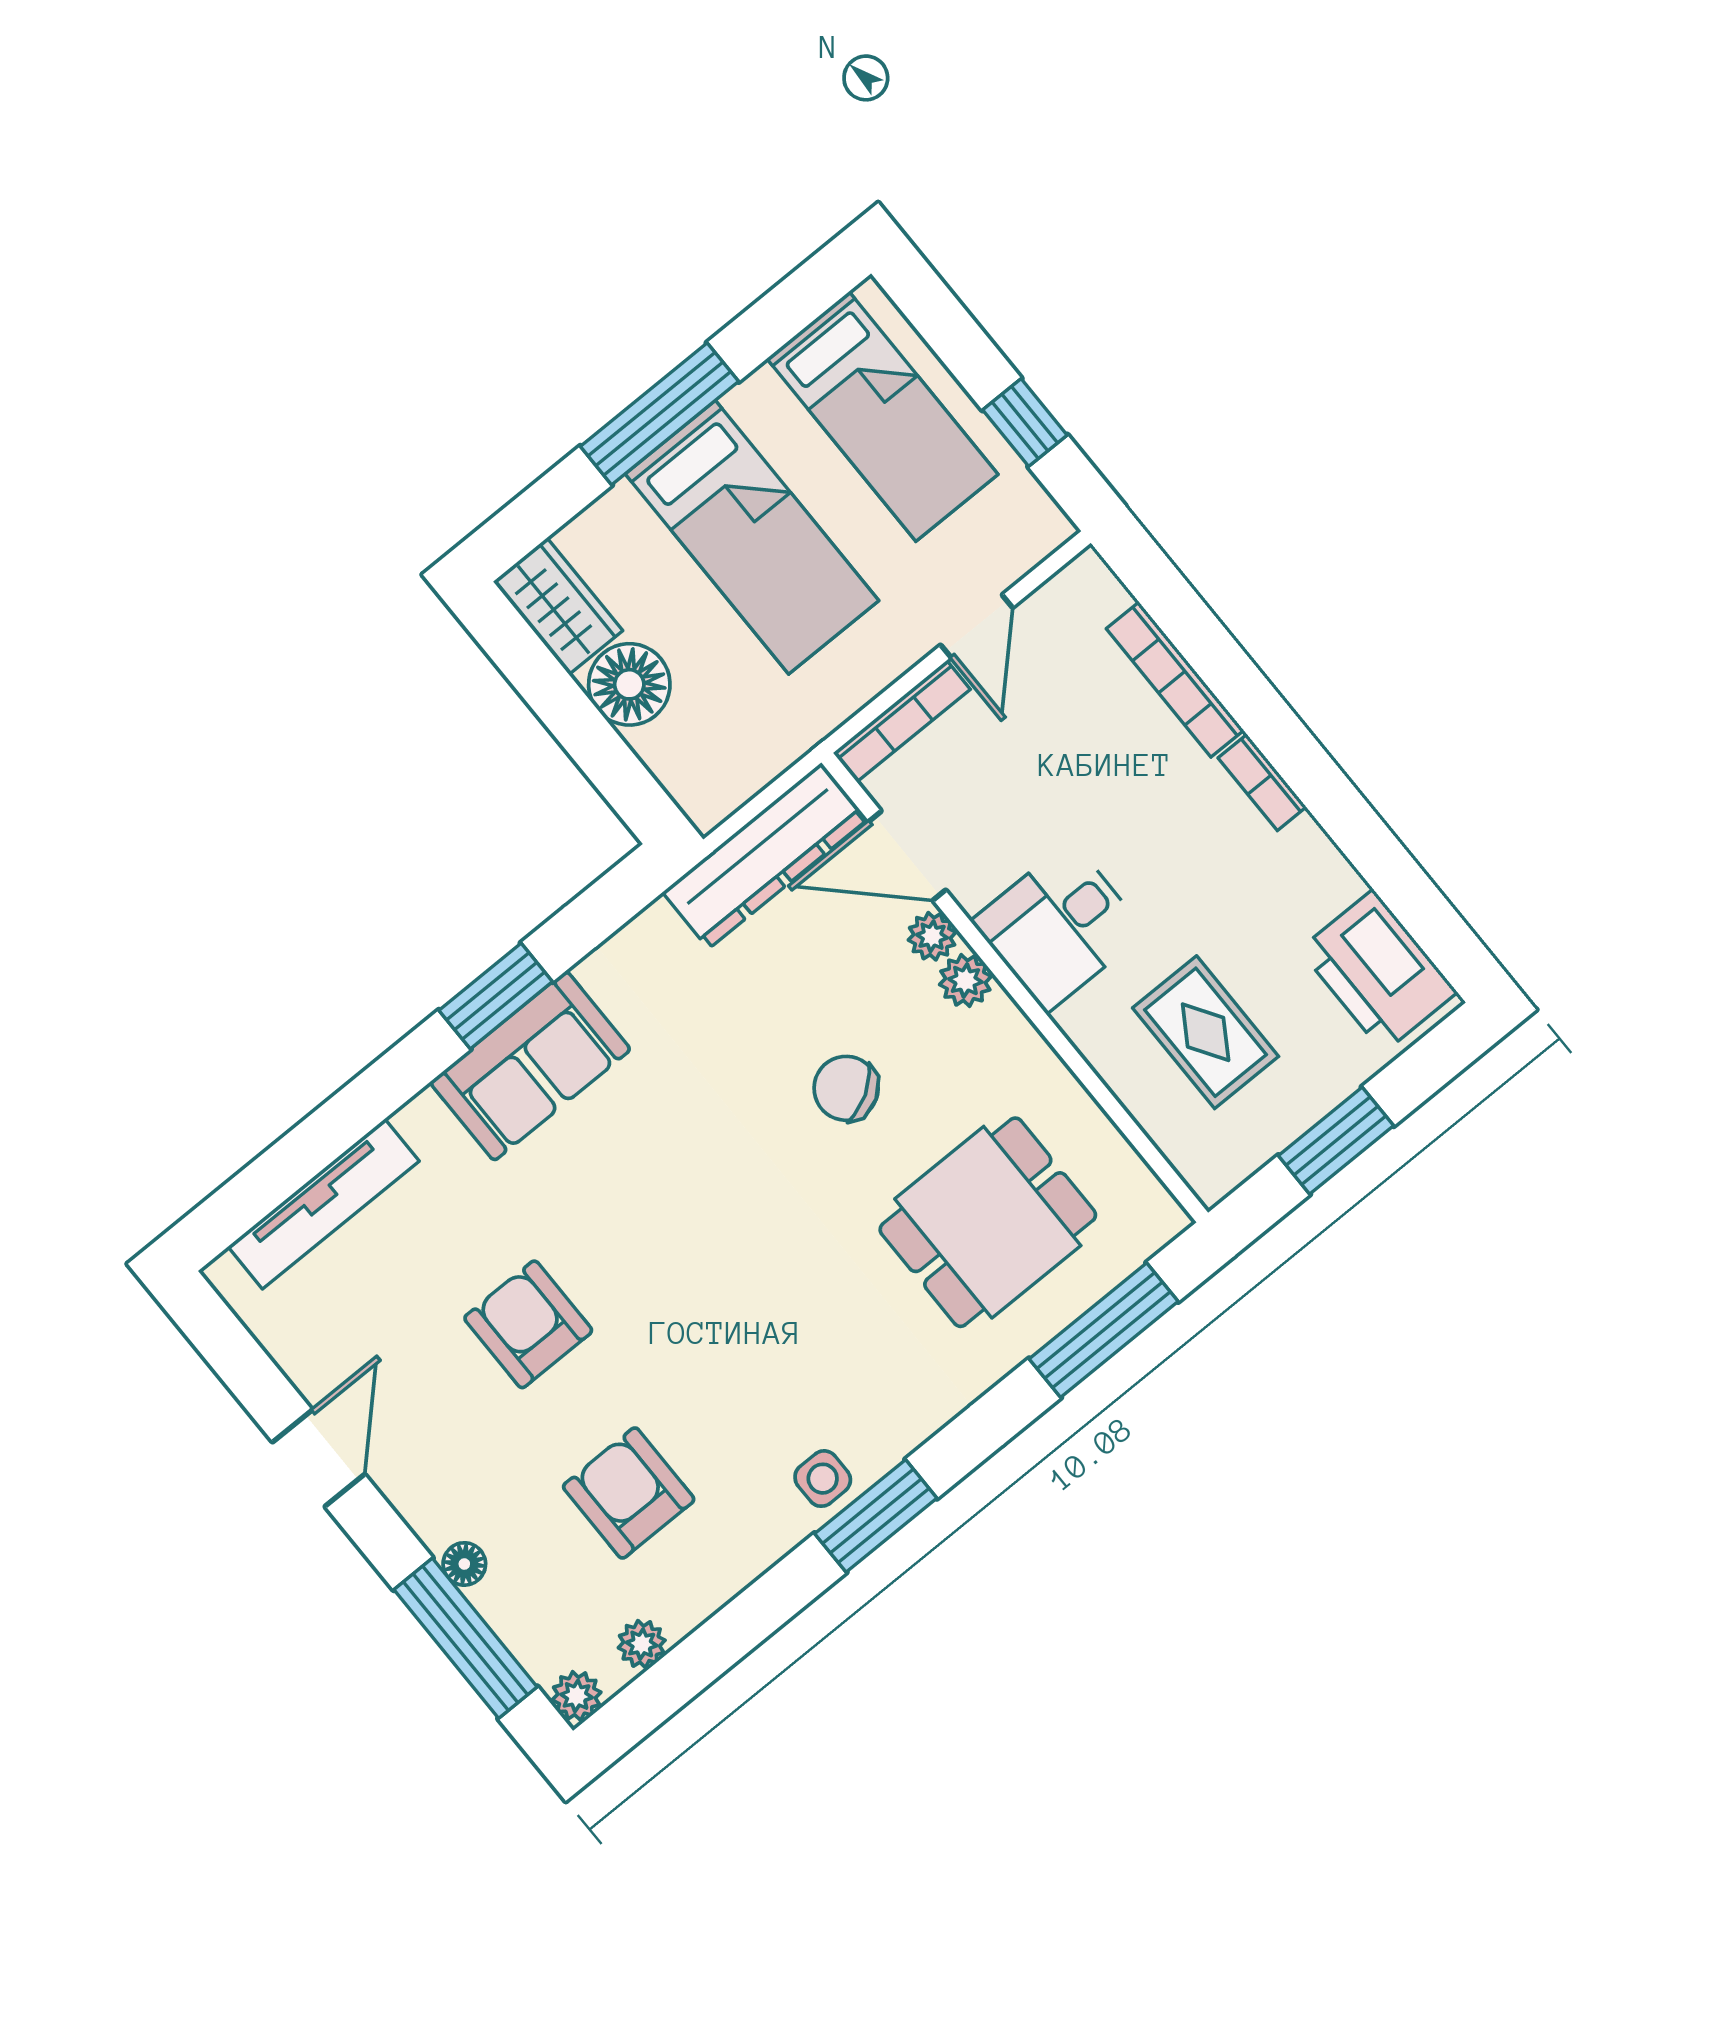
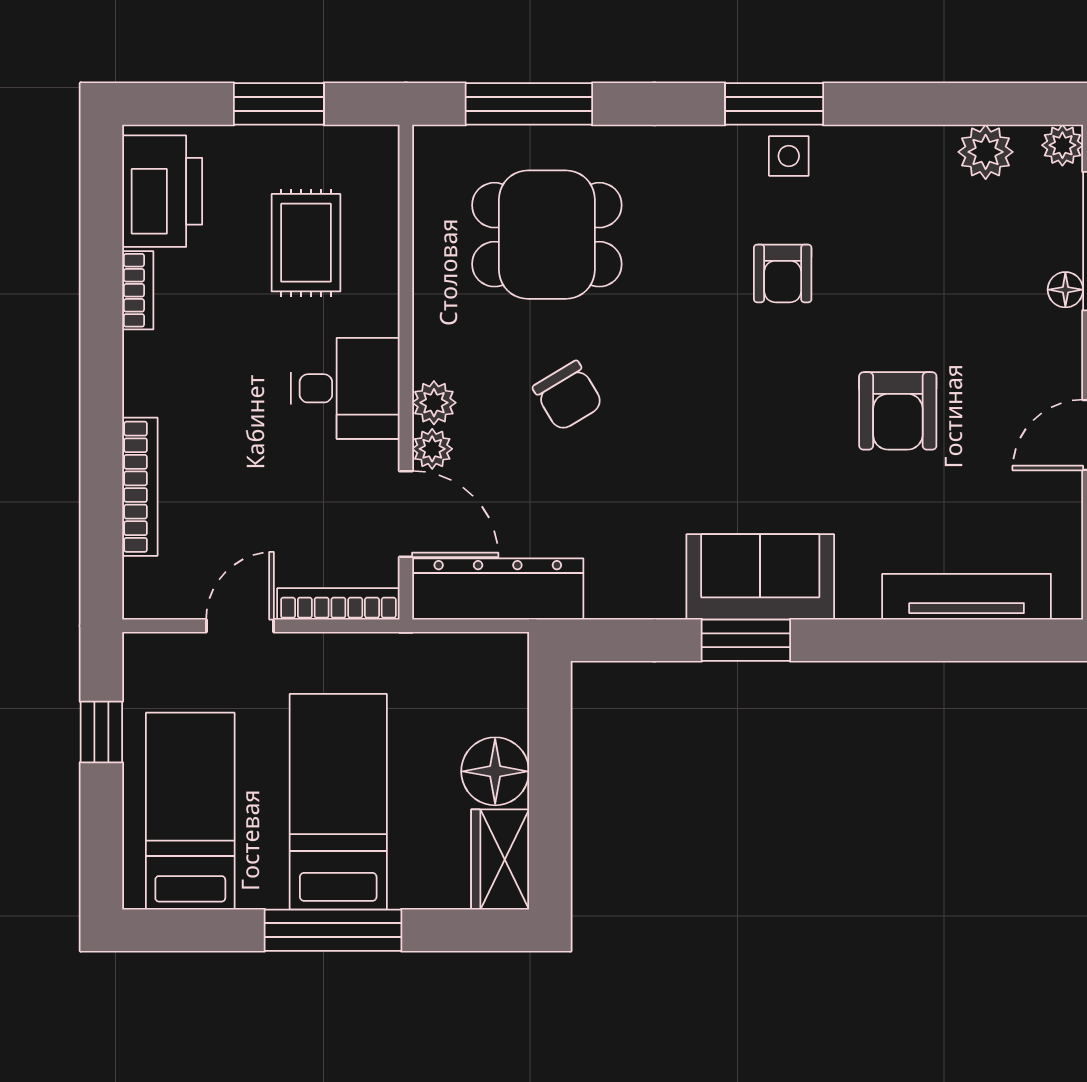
bookcase: (1262, 782) -> (138, 290), moved
armchair: (629, 1493) -> (783, 273), moved, width x0.72, depth x0.72
plant: (642, 1644) -> (986, 152), width x1.38, depth x1.38

